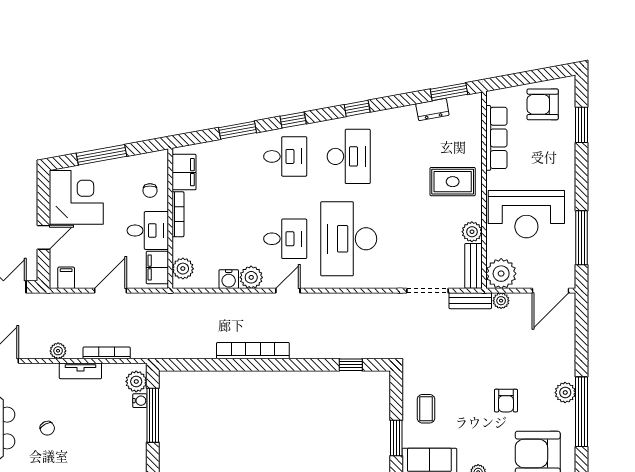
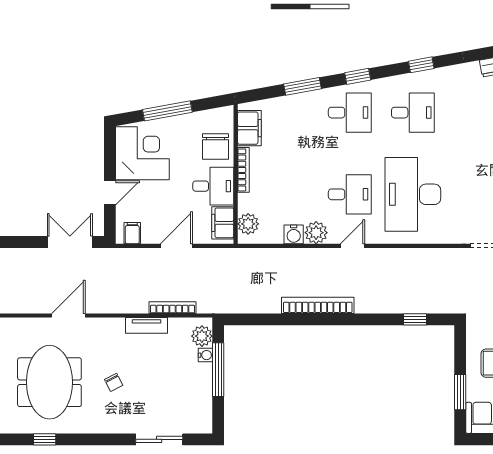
desk: (349, 156) -> (413, 113), width x0.73
chair: (150, 191) -> (215, 146), width x1.87, depth x1.87
plant: (58, 351) -> (124, 306), removed

